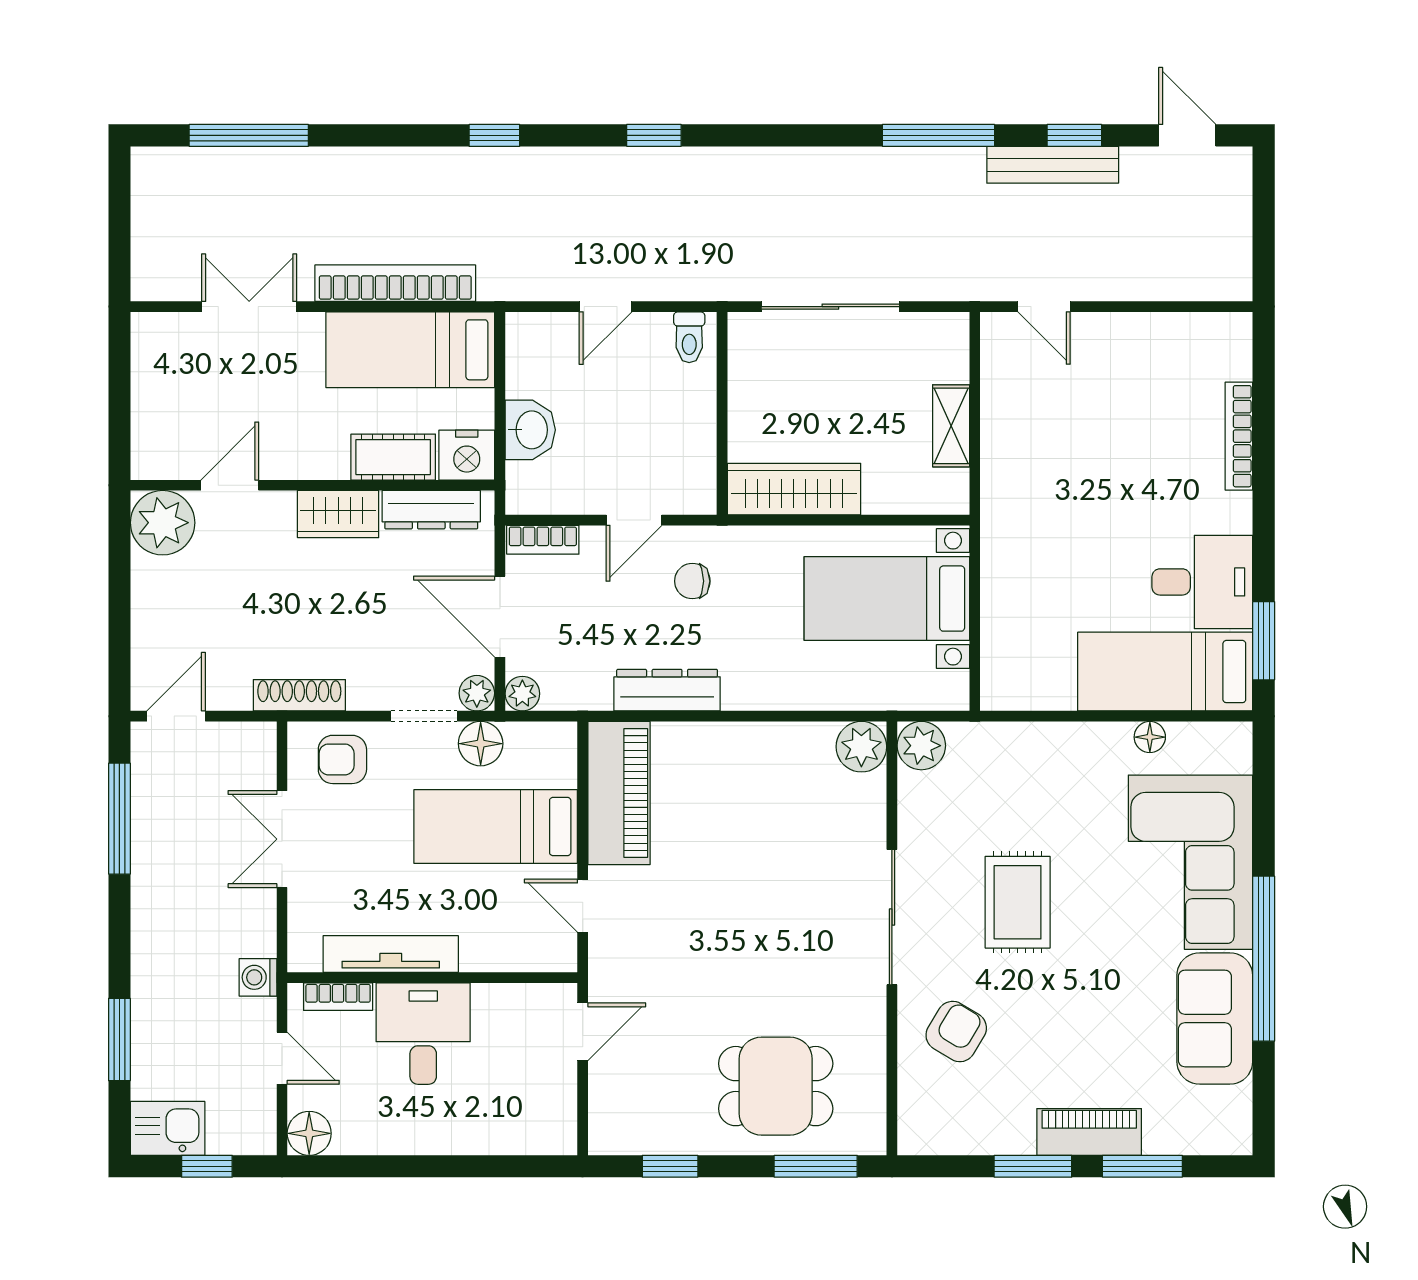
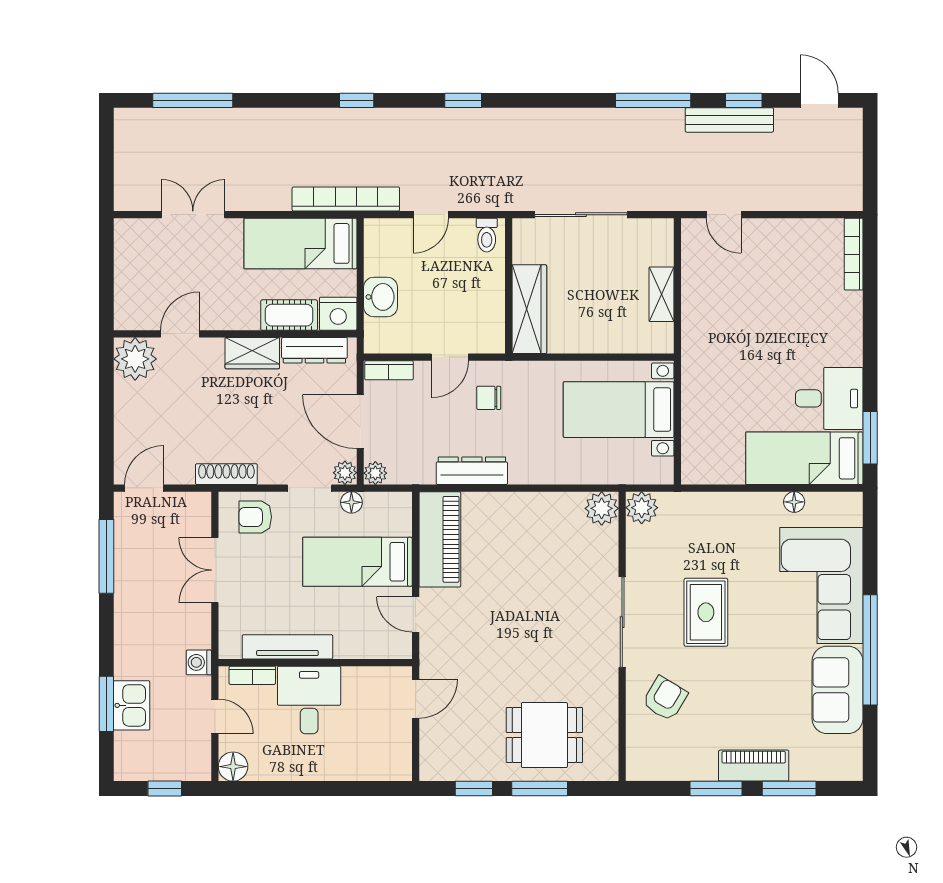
bookcase: (395, 283) -> (346, 199), moved
bookcase: (1239, 436) -> (854, 254), moved
wardrobe: (794, 489) -> (529, 309), moved, turned 90
floor lamp: (481, 744) -> (351, 502), width x0.73, depth x0.73
kitchen sink: (168, 1128) -> (132, 705), moved, turned 90
window: (816, 1166) -> (540, 789), moved

